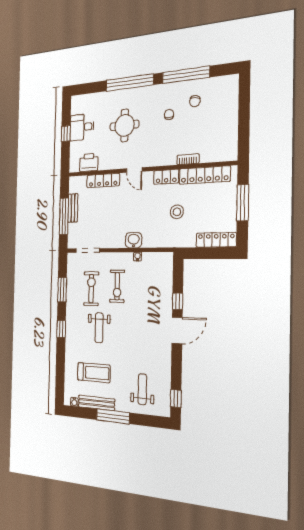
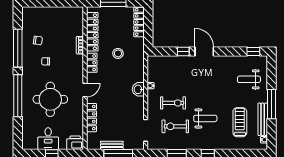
round table: (125, 125) -> (50, 99), width x1.36, depth x1.36
printer: (89, 162) -> (75, 143), moved, turned 90

